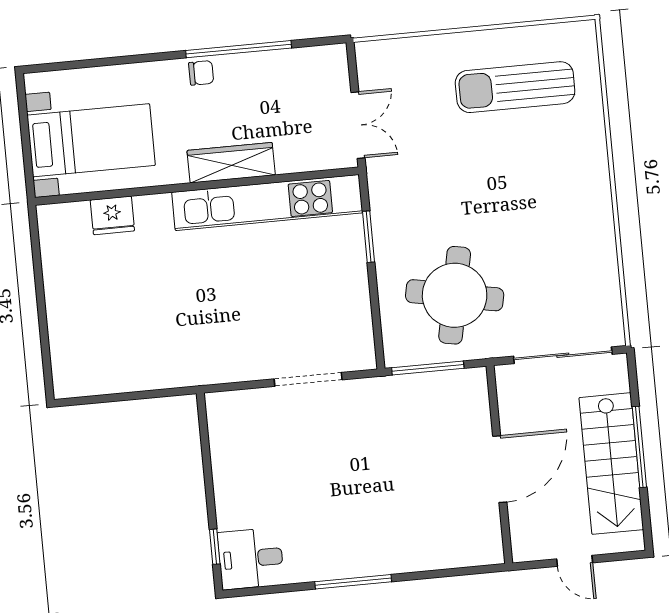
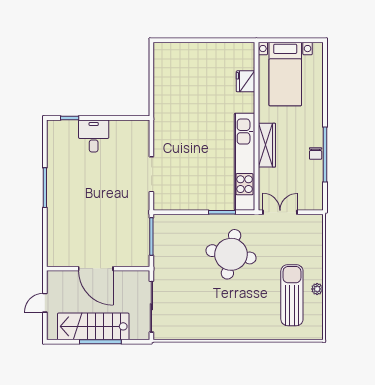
plant: (498, 40) -> (317, 289), added
chair: (201, 73) -> (316, 154), moved
double door: (358, 125) -> (280, 212), swing flipped
round table: (455, 295) -> (231, 254), moved
desk: (251, 558) -> (94, 136), moved

